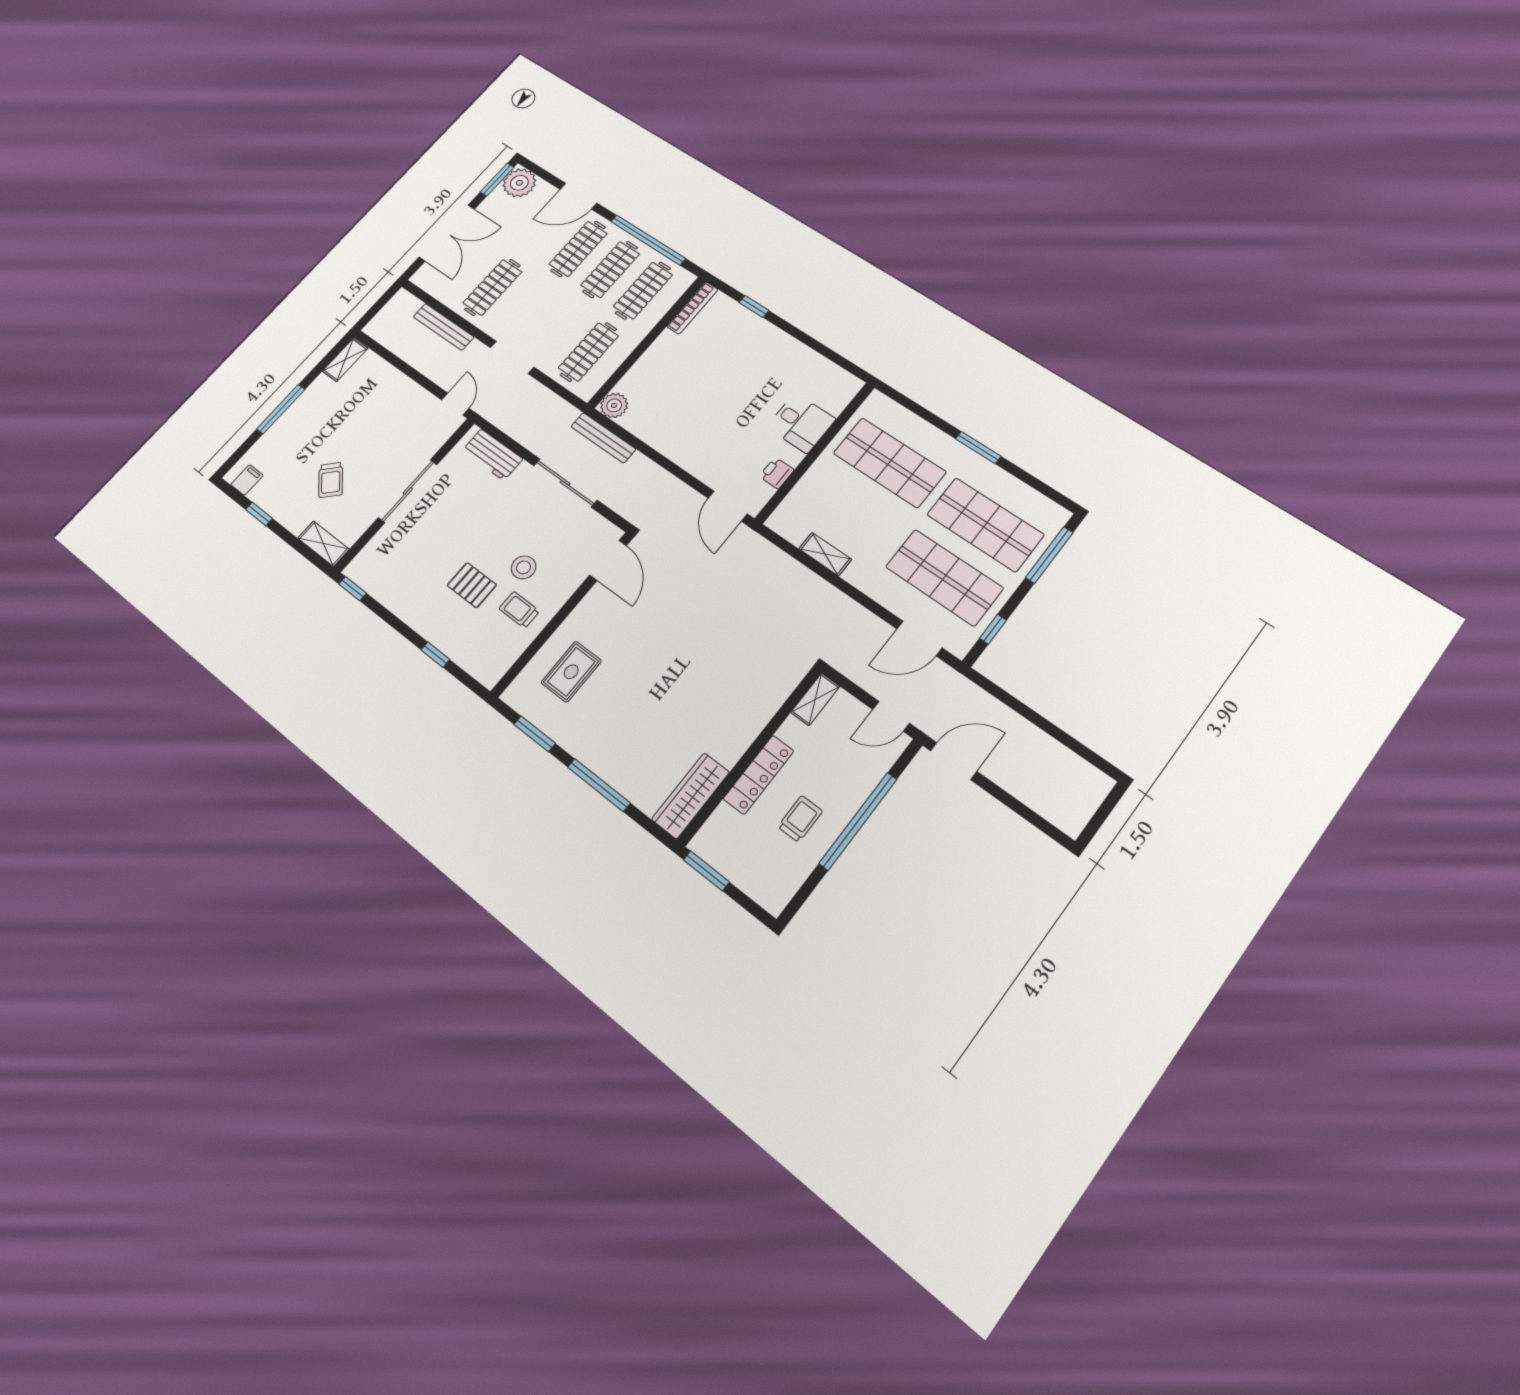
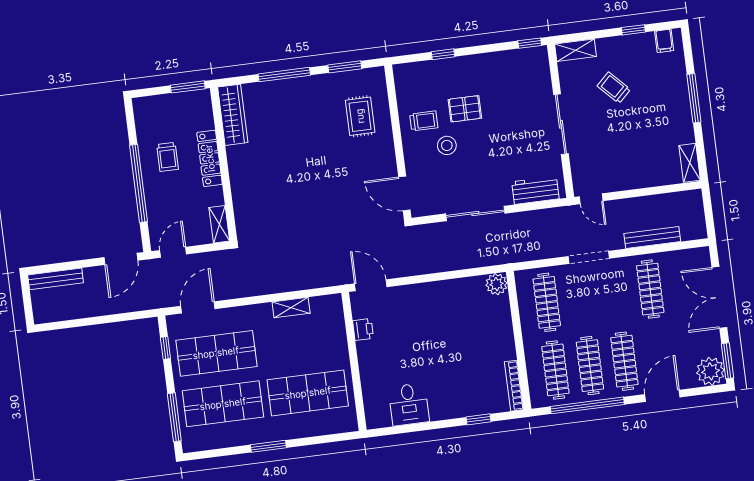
desk: (801, 423) -> (409, 404), moved, turned -90
bench: (603, 438) -> (56, 279), moved

